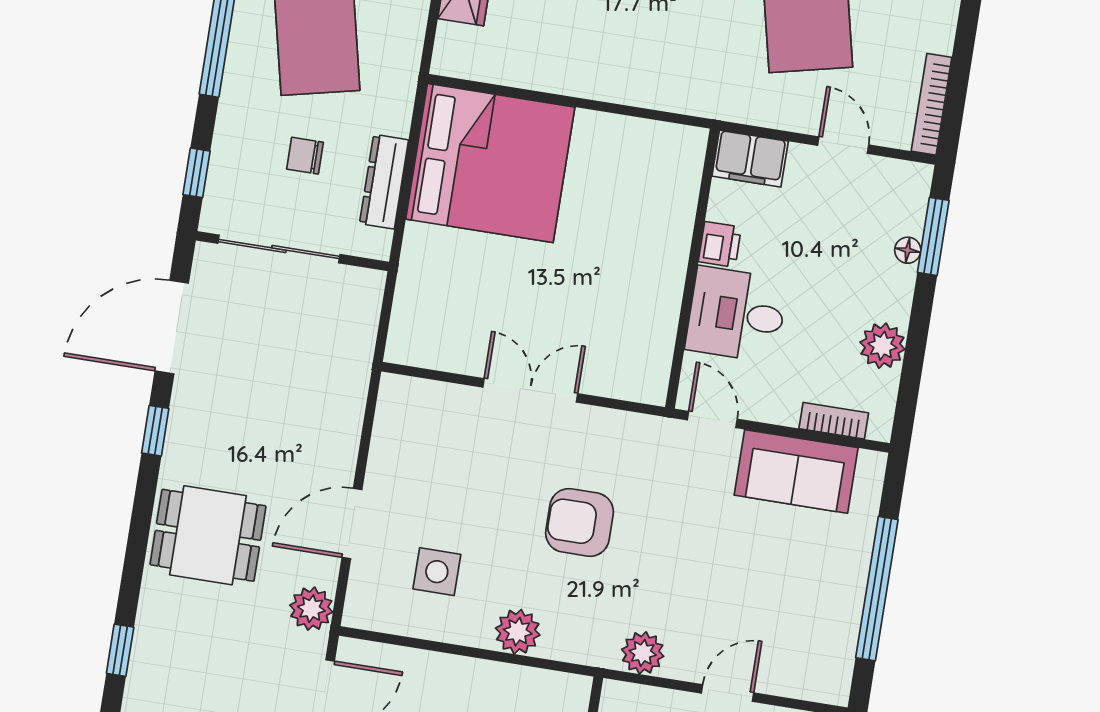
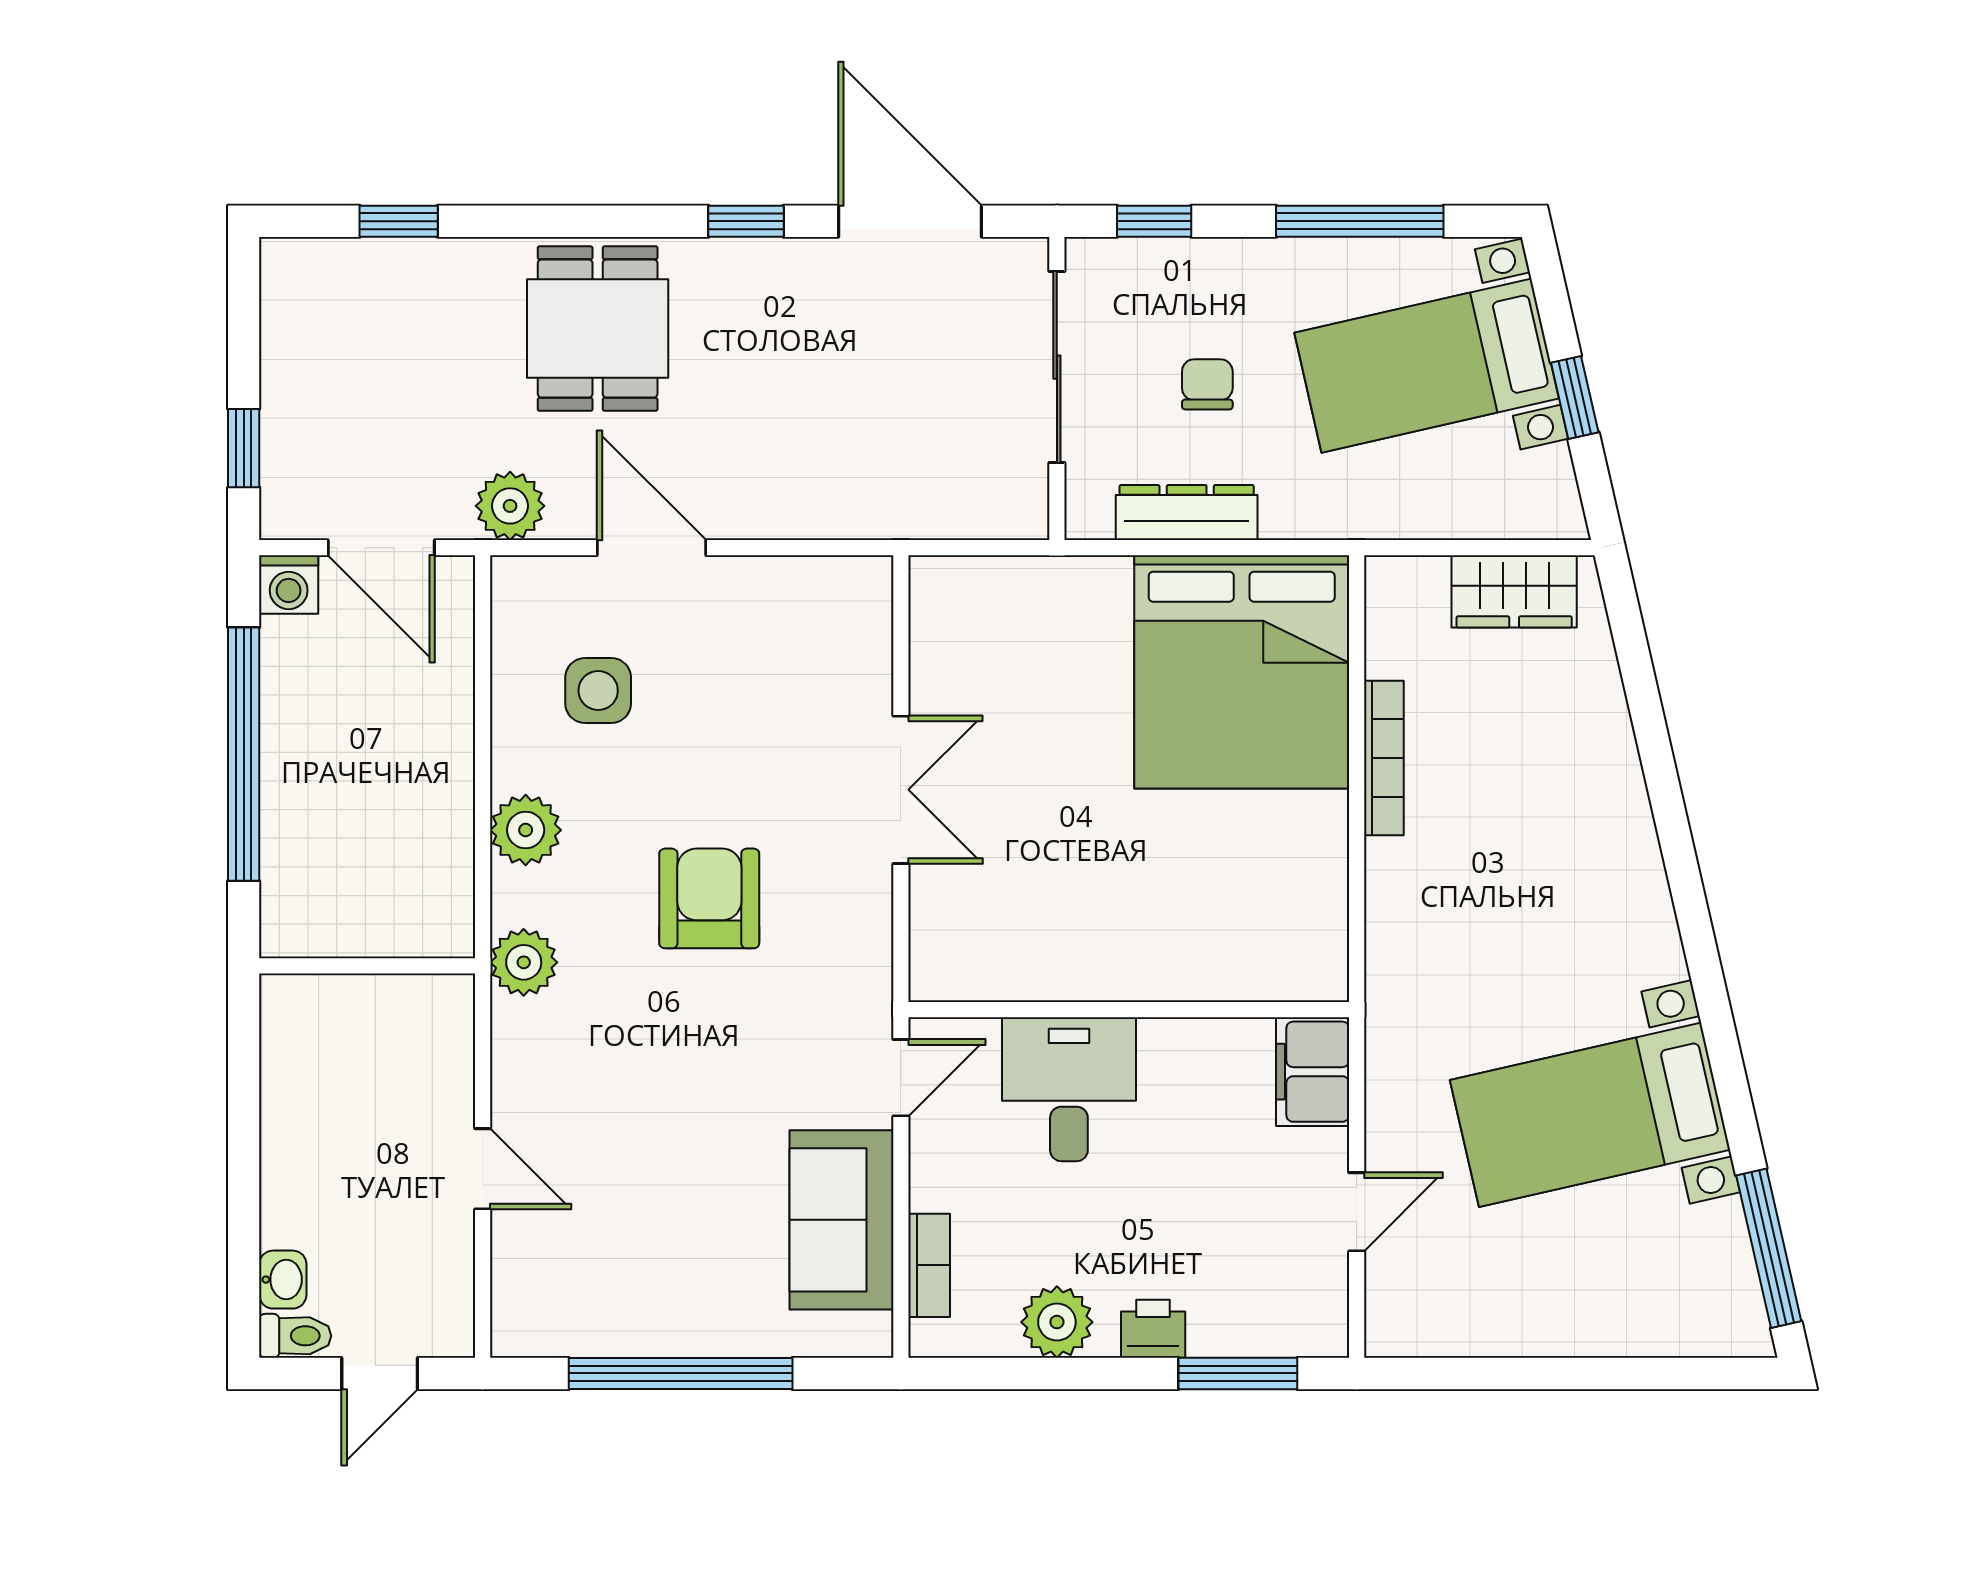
bookcase: (931, 104) -> (1384, 758), moved, turned 90
printer: (720, 244) -> (1153, 1329), moved, turned 180
floor lamp: (908, 250) -> (1210, 1337), removed
plant: (643, 653) -> (524, 962), moved

